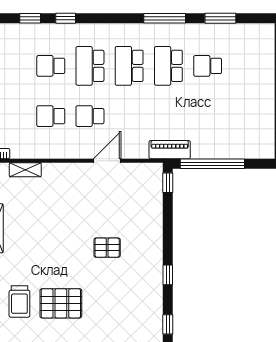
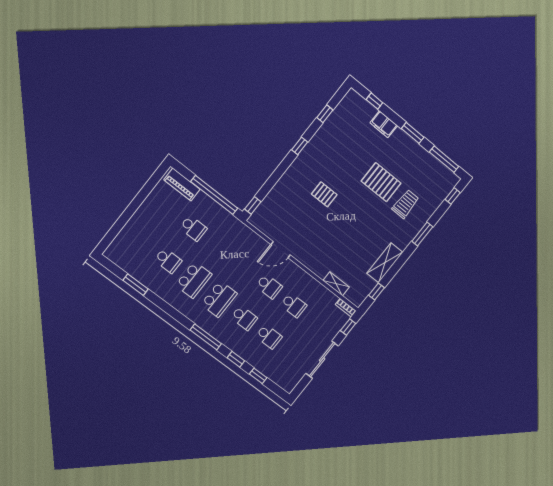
window: (165, 18) -> (206, 337), moved
school desk: (90, 66) -> (244, 318), width x0.54
school desk: (208, 116) -> (193, 228), added
piano: (170, 150) -> (182, 185), moved

